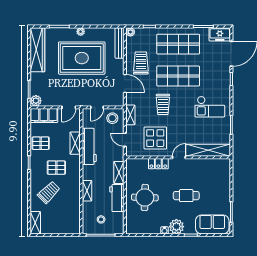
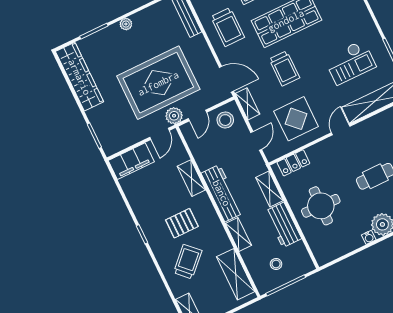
rug: (82, 58) -> (158, 83), moved
trolley: (141, 63) -> (228, 27), turned 180
door: (125, 84) -> (226, 79), moved
plant: (36, 101) -> (174, 116), moved
checkout: (210, 107) -> (350, 62), moved
door: (125, 140) -> (256, 141), swing flipped
pallet: (41, 143) -> (145, 201), removed
workbench: (89, 146) -> (222, 193), moved
locker: (158, 164) -> (293, 163), moved
shelving: (74, 214) -> (236, 274), added

